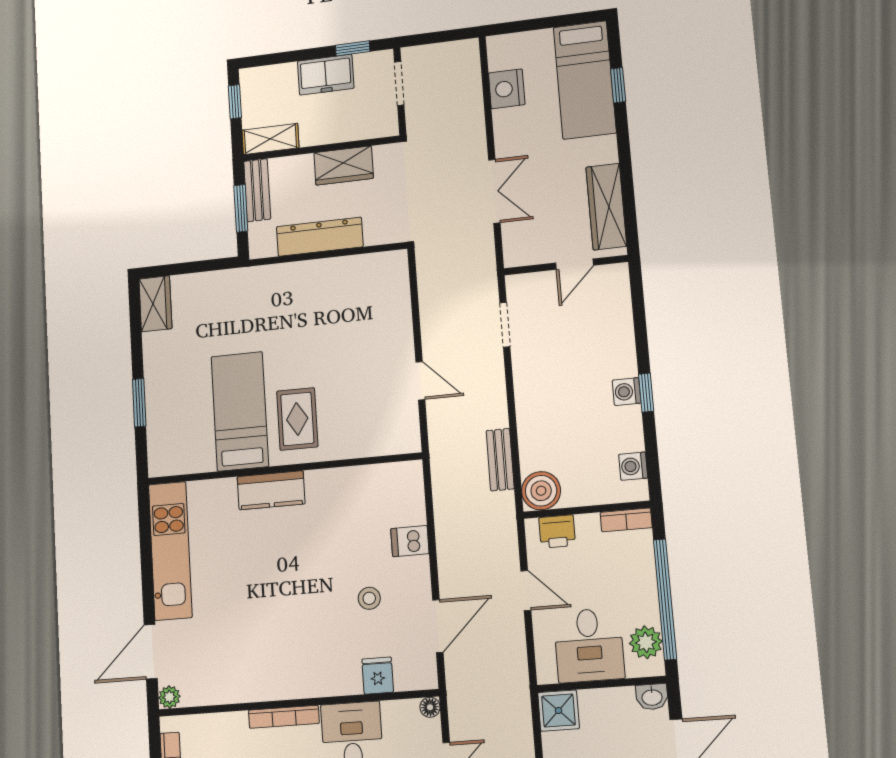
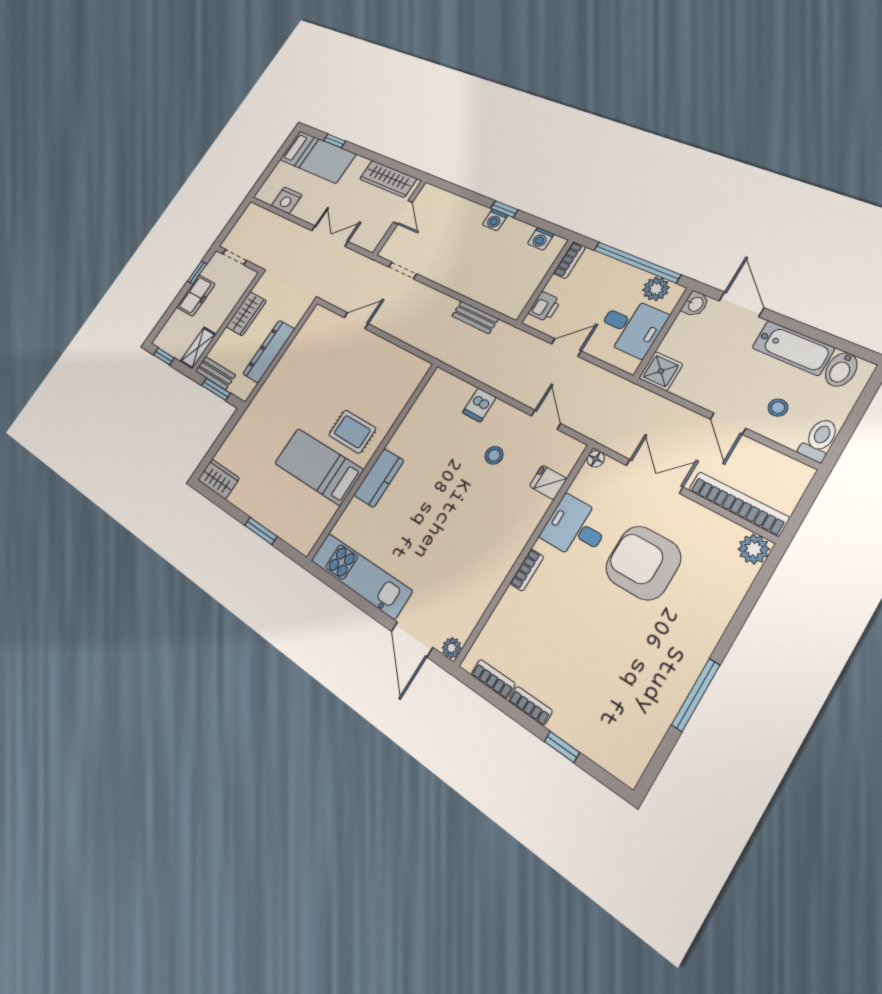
door: (420, 381) -> (356, 321), moved
boiler: (541, 491) -> (512, 303), removed
door: (438, 626) -> (546, 420), width x0.73
bookcase: (284, 717) -> (527, 570), width x0.64

